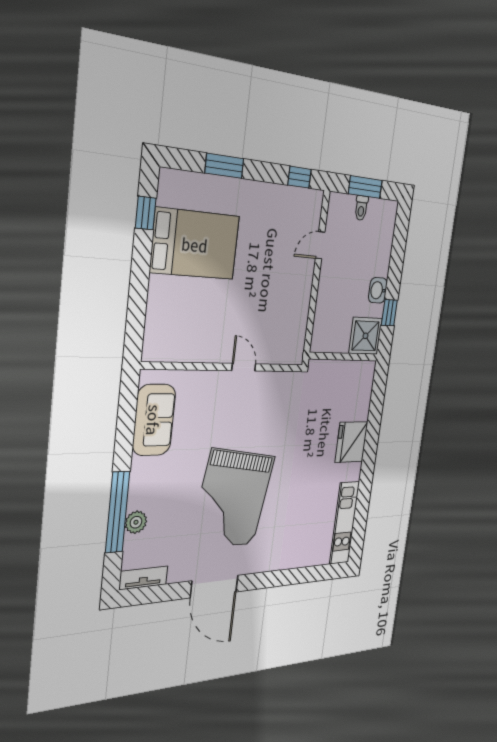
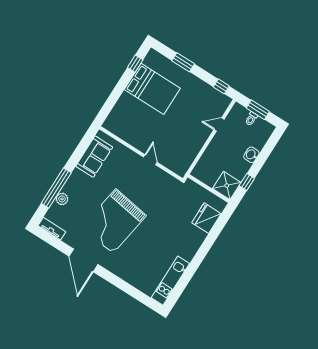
washbasin: (378, 290) -> (251, 155), moved
fridge: (351, 442) -> (206, 218), moved

